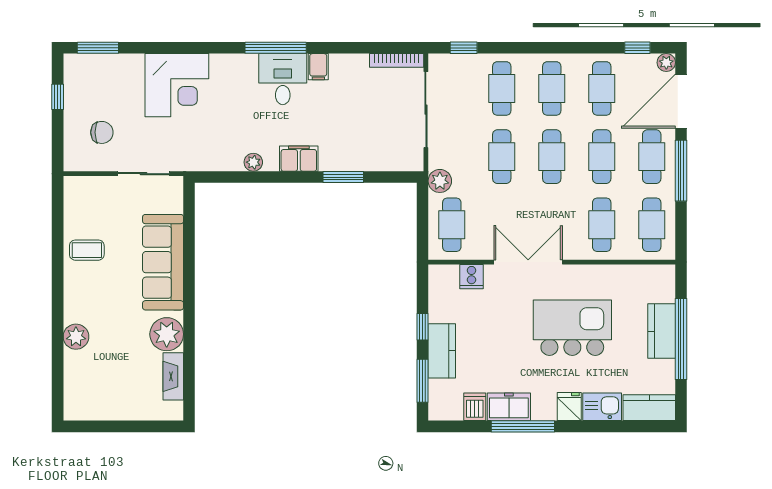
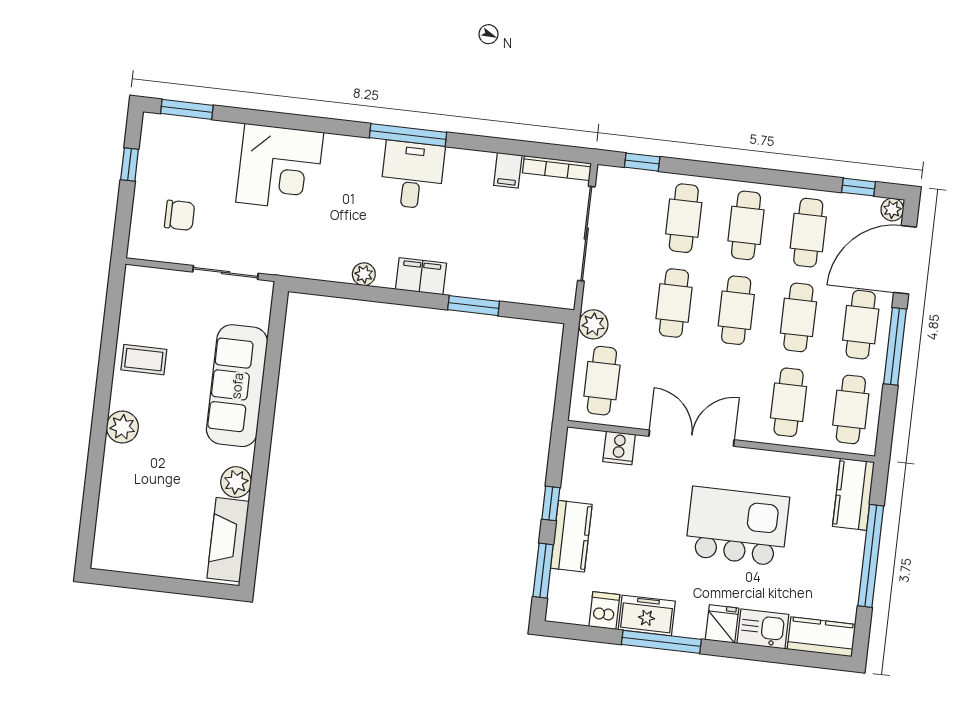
filing cabinet: (318, 67) -> (508, 170), moved
kitchen counter: (662, 331) -> (853, 494), moved
plant: (167, 334) -> (236, 482), width x0.73, depth x0.73
plant: (76, 337) -> (122, 427), moved
fireplace: (173, 376) -> (228, 540), width x1.37, depth x1.32

